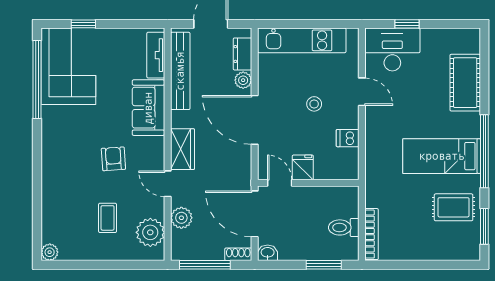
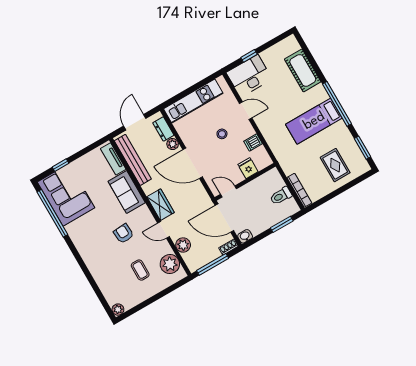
fridge: (303, 167) -> (248, 168), moved
rug: (454, 207) -> (335, 165), moved, turned 90

